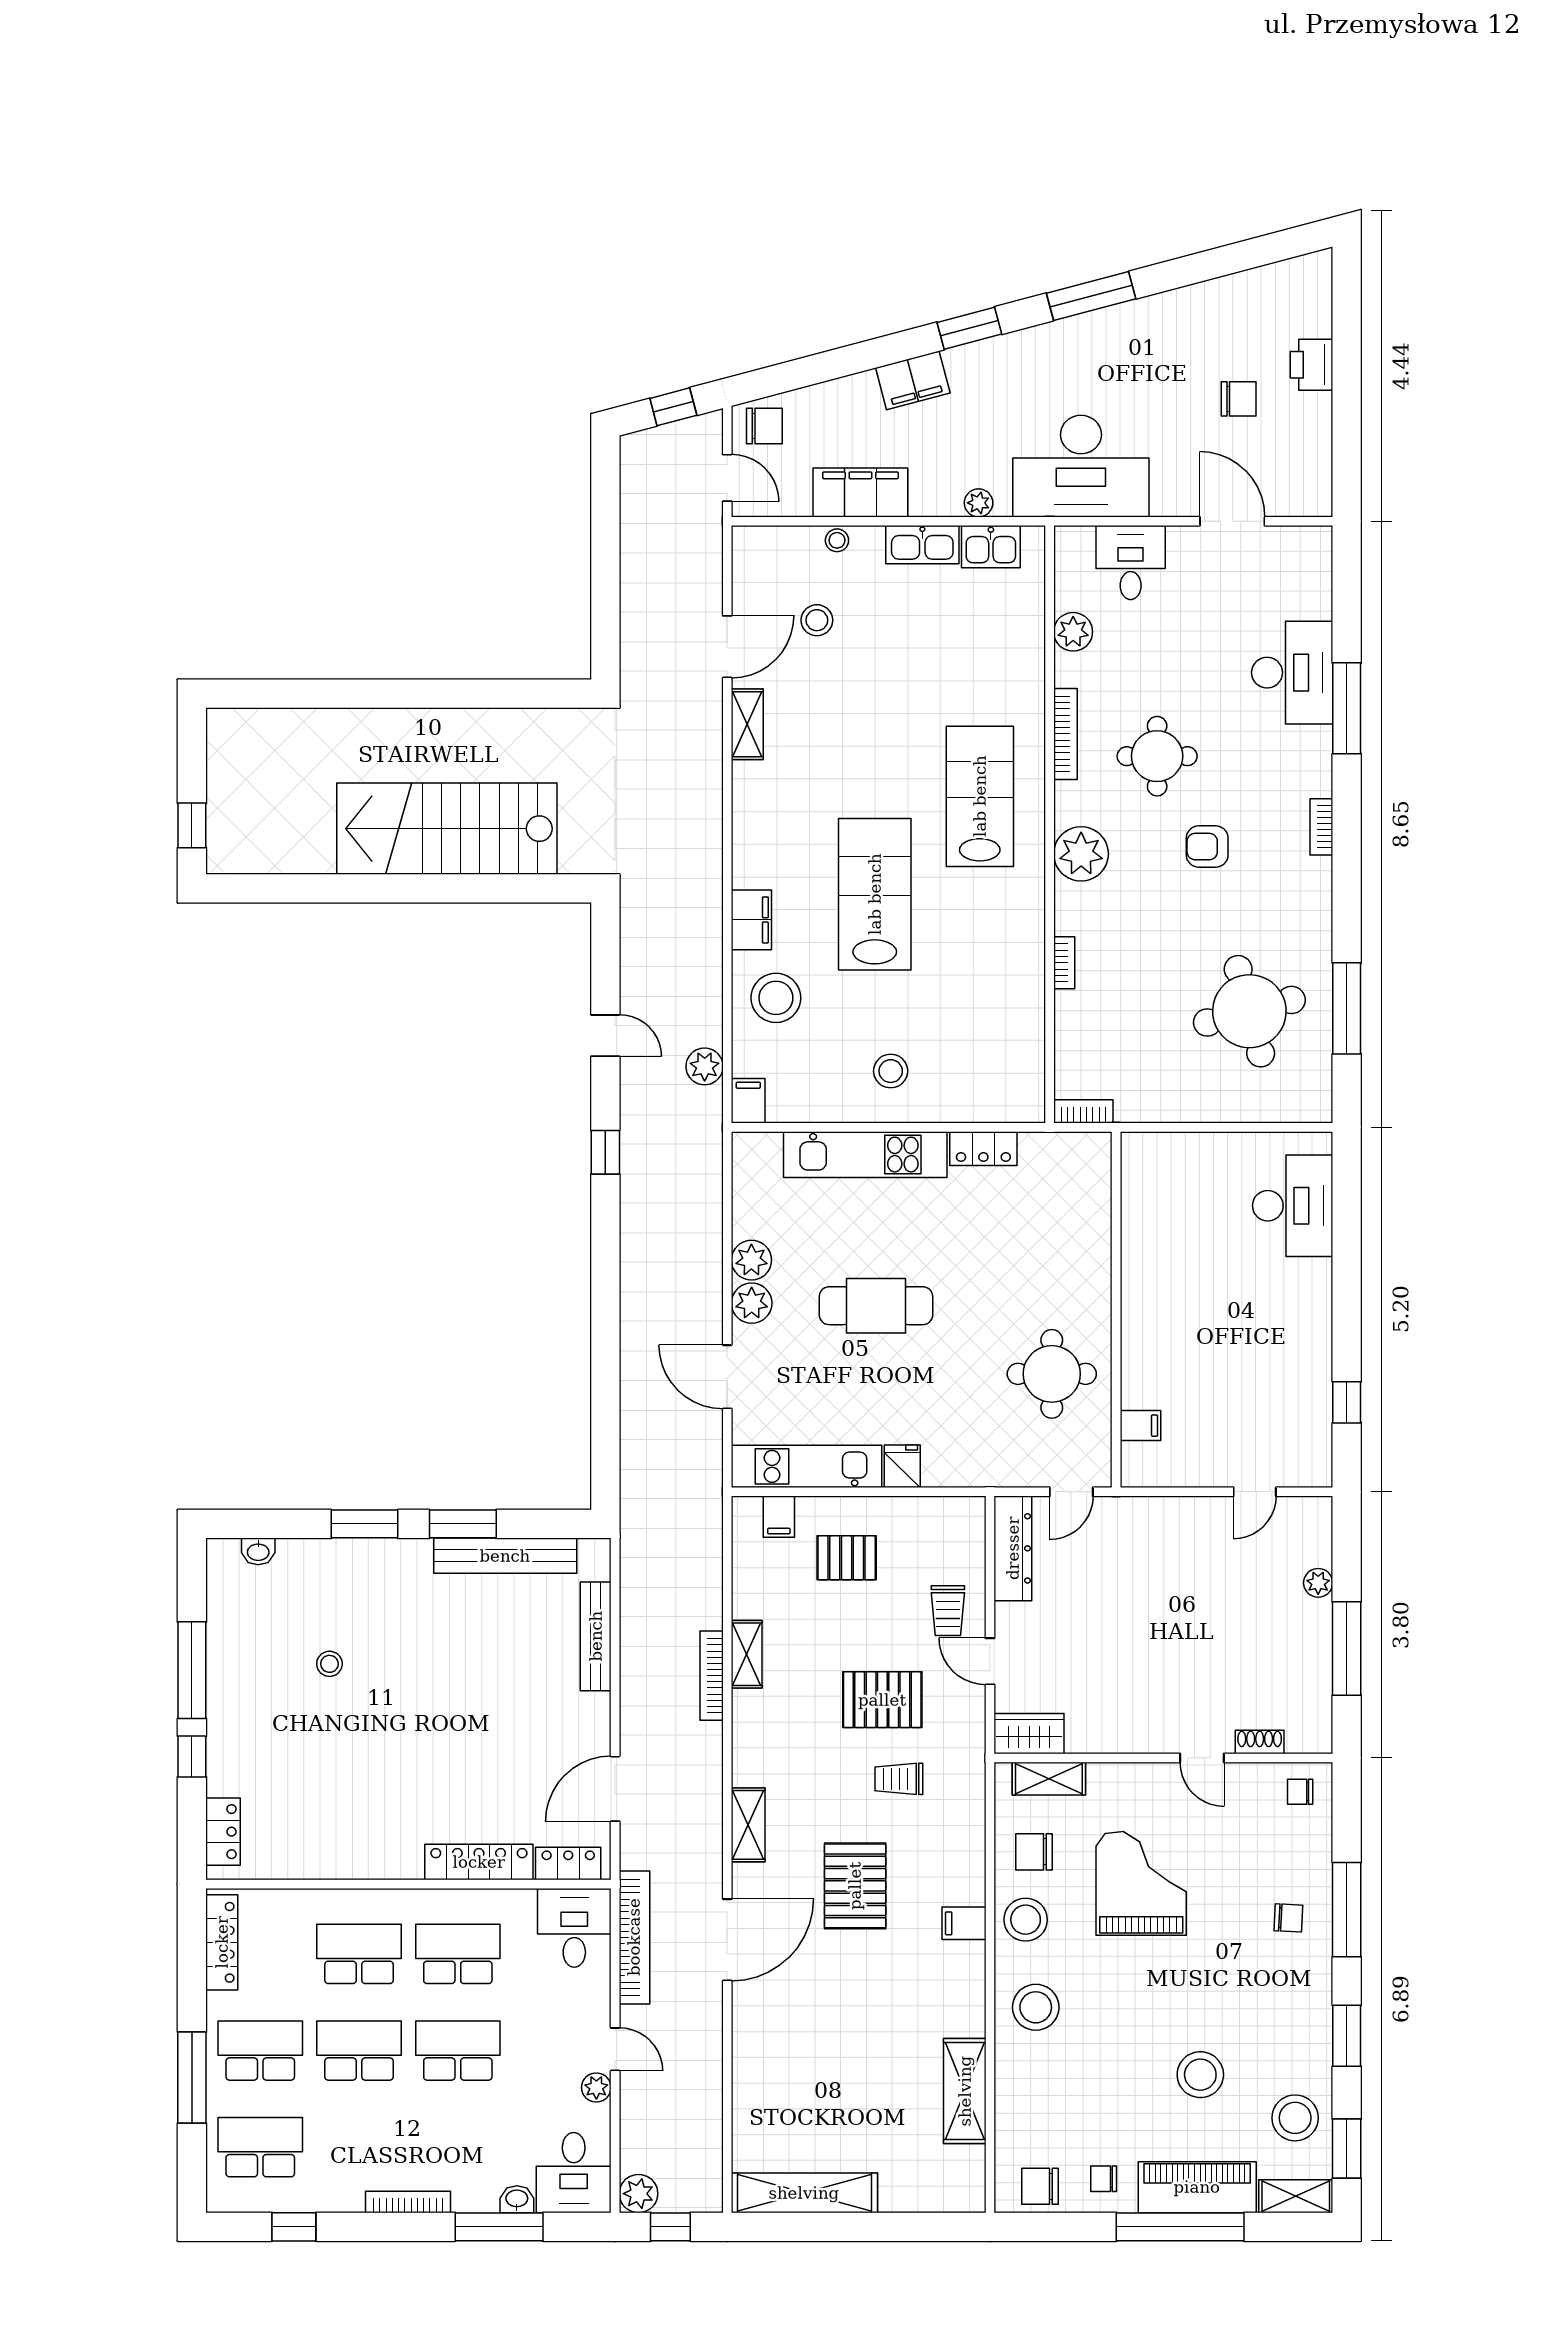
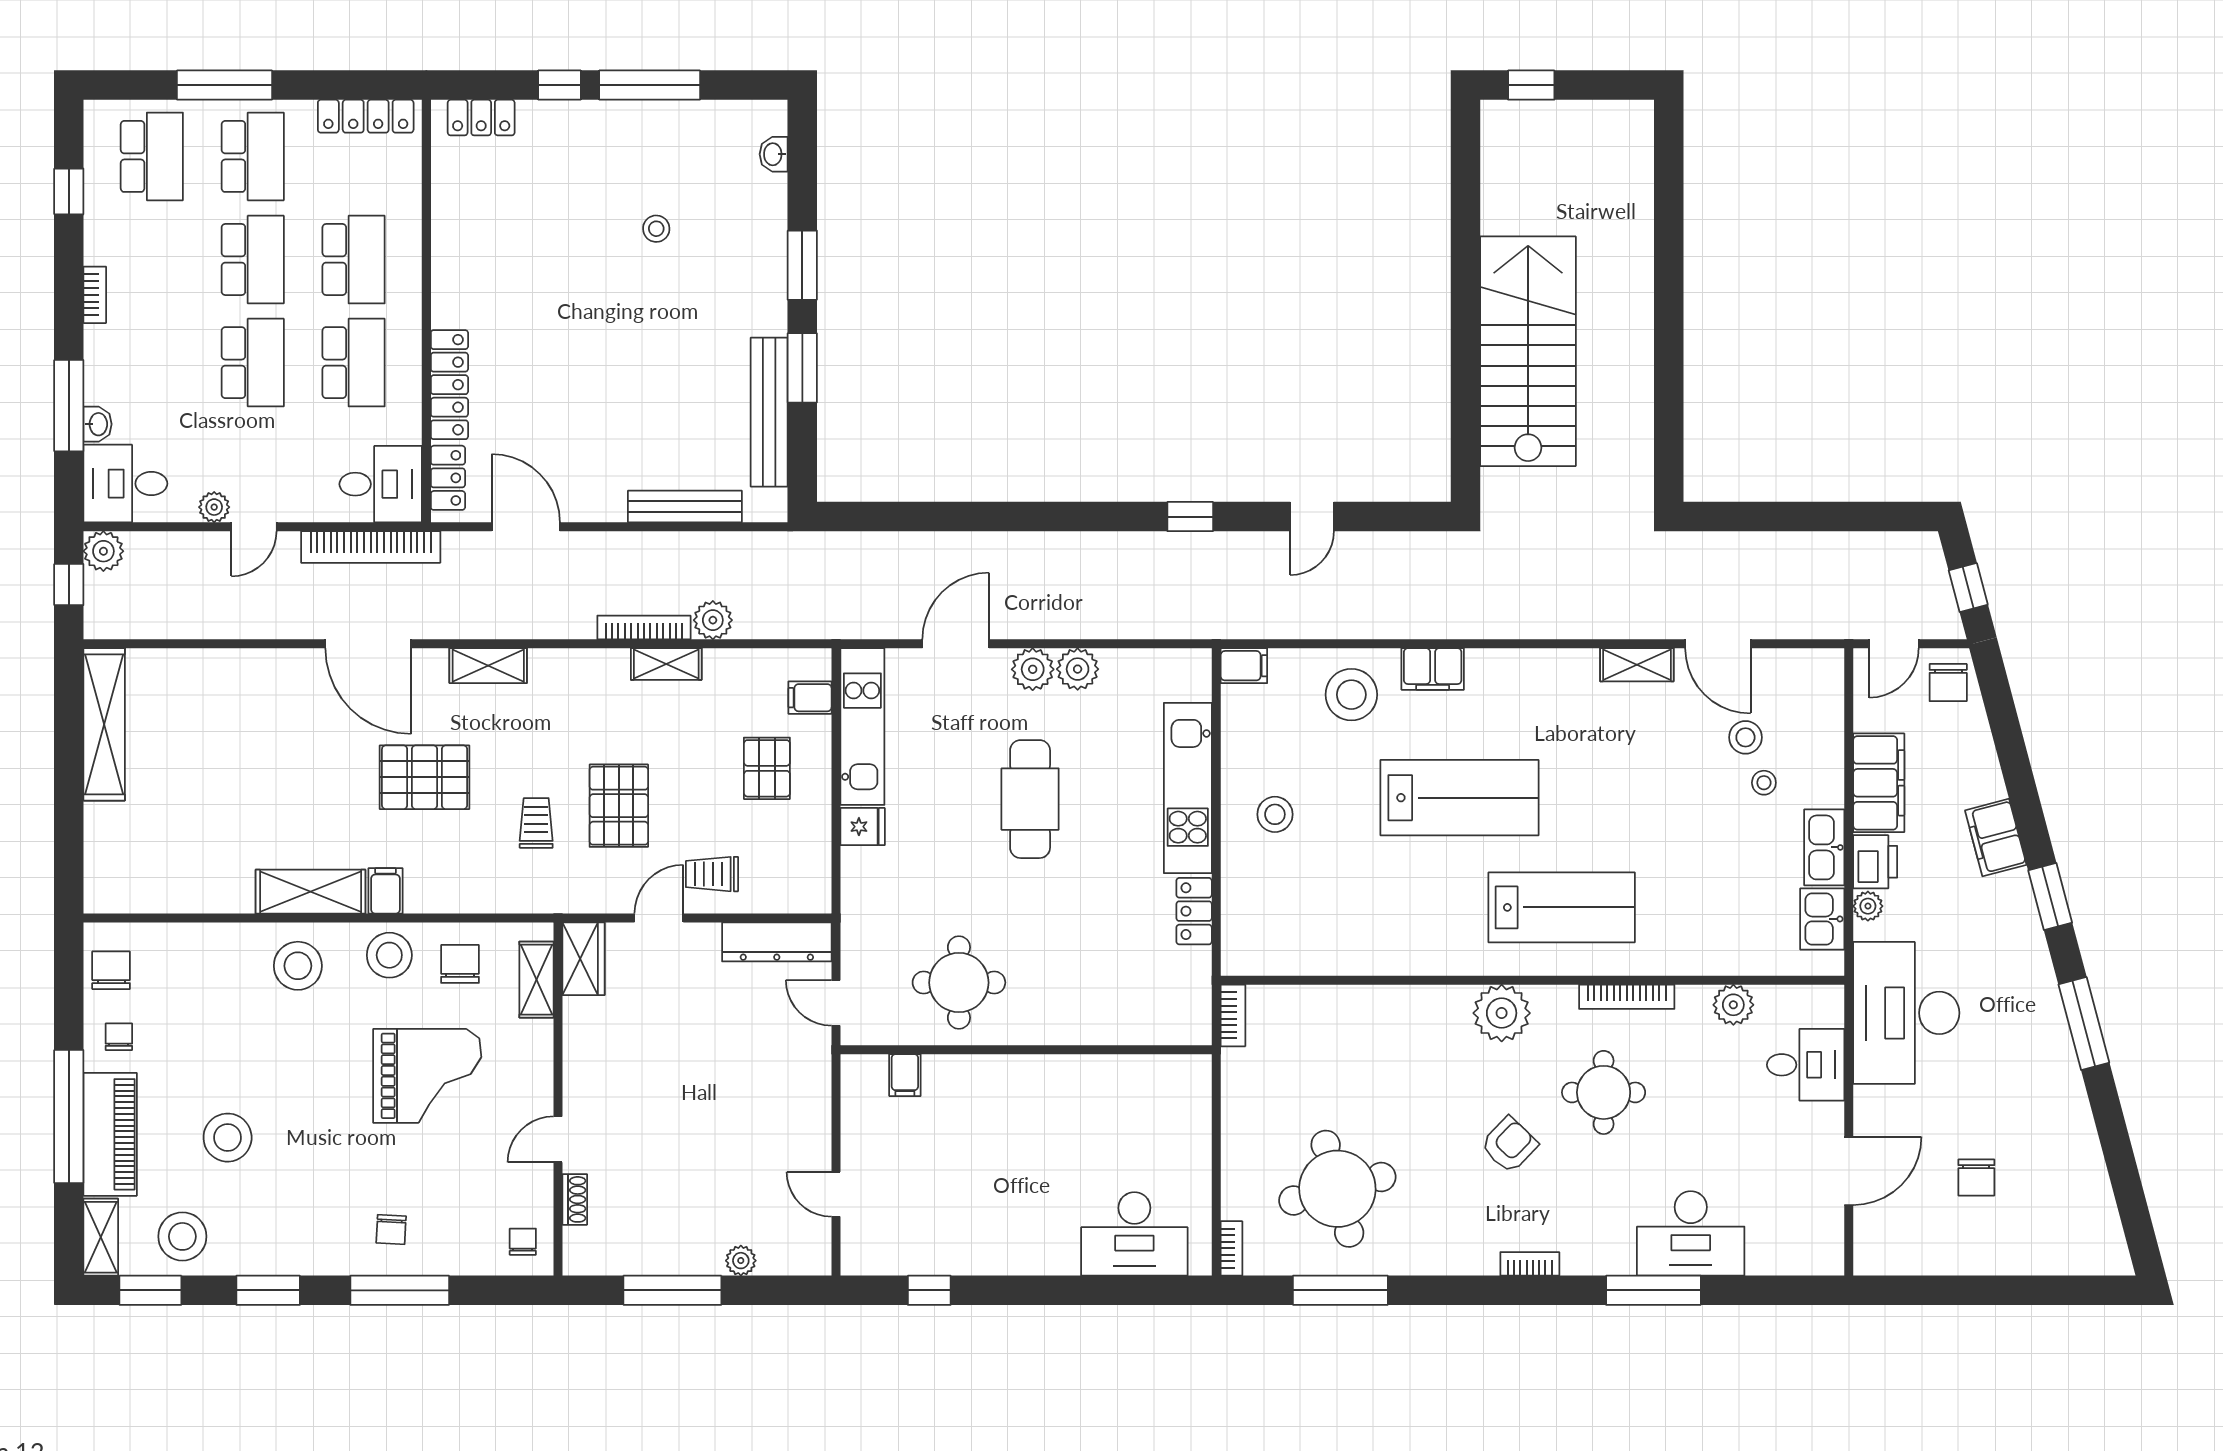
printer: (1312, 365) -> (1875, 862), moved, turned 90
stool: (837, 540) -> (1764, 783), moved
armchair: (1207, 847) -> (1509, 1145), turned 44
bookcase: (1064, 963) -> (1231, 1248), moved, turned -90
plant: (705, 1066) -> (713, 620), moved
shelving: (965, 2091) -> (311, 892), moved
bookcase: (408, 2202) -> (95, 295), width x0.64

